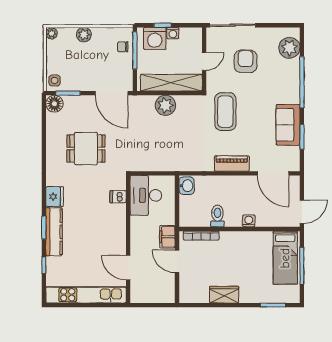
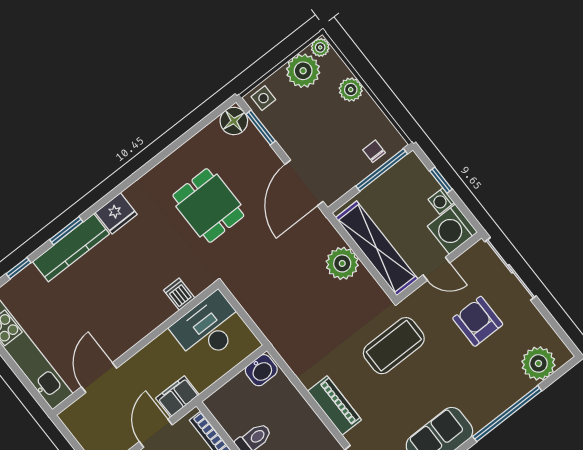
washing machine: (155, 38) -> (452, 229), moved
plant: (56, 51) -> (303, 71), added
armchair: (246, 61) -> (478, 321), turned -90

